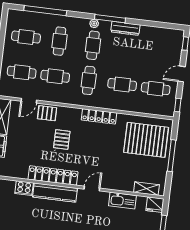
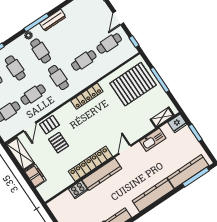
pallet: (62, 140) -> (59, 143), moved

